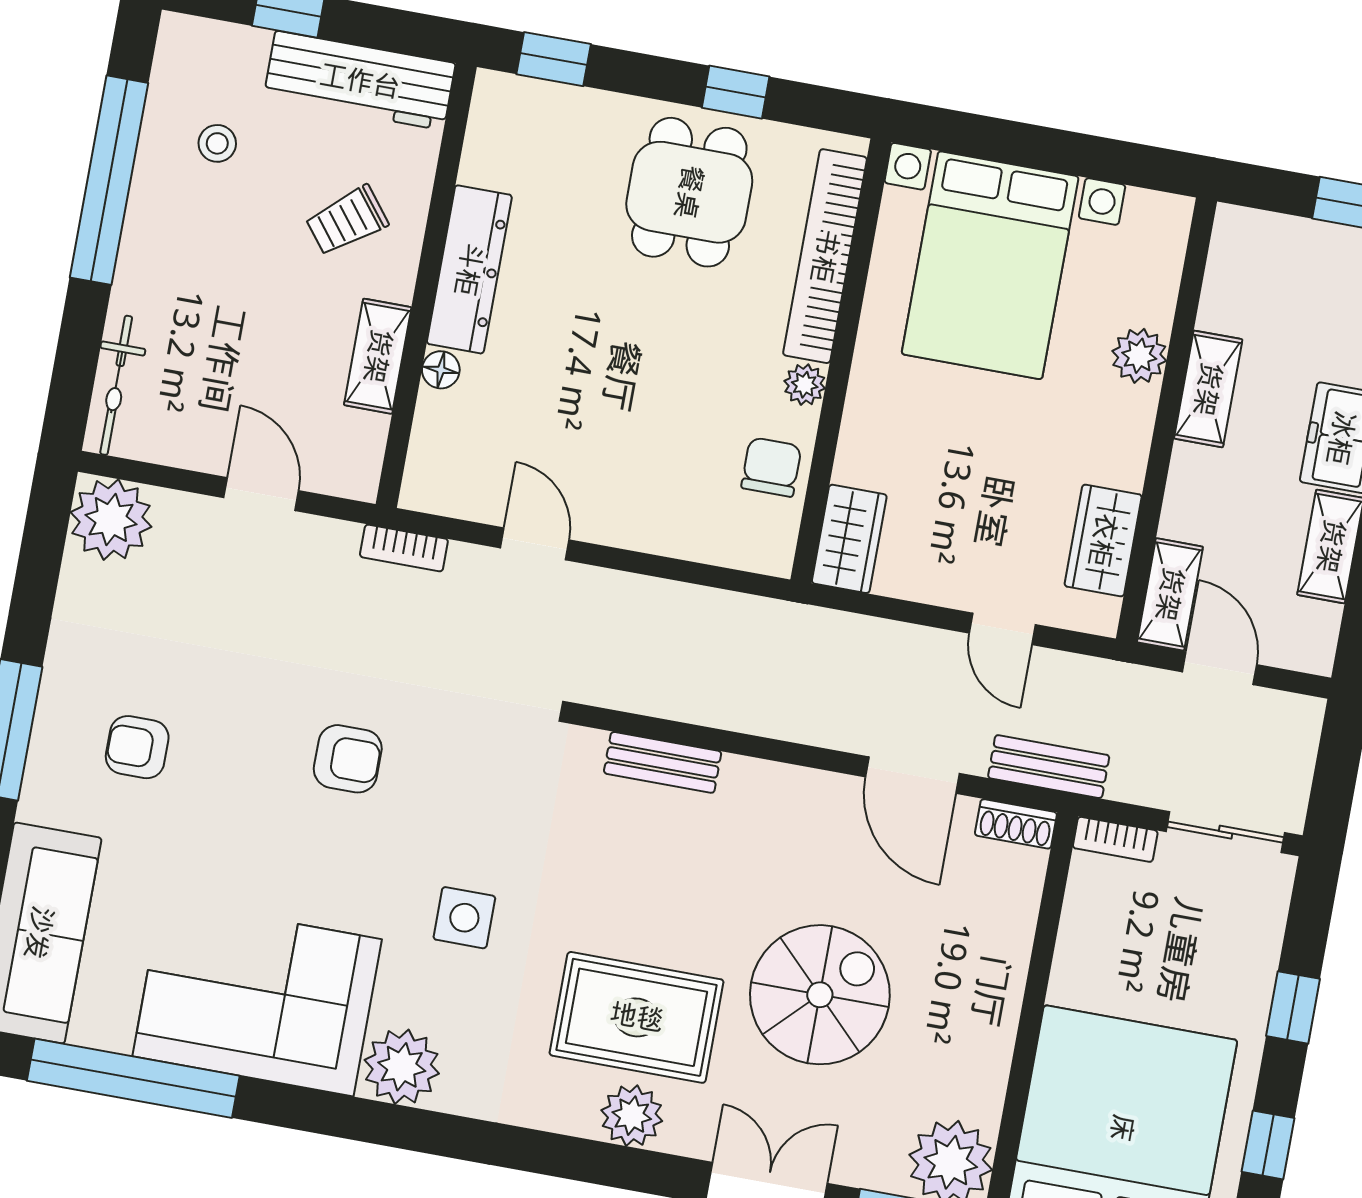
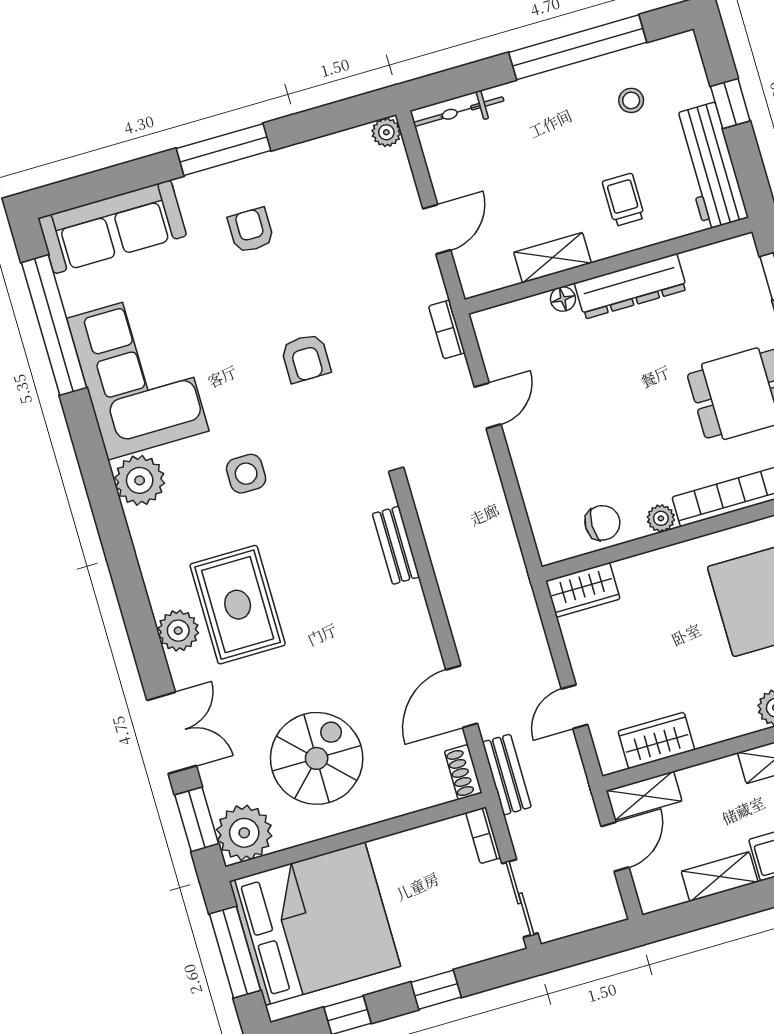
trolley: (347, 221) -> (623, 200), turned 38
plant: (111, 520) -> (386, 132), width x0.53, depth x0.53
spiral stairs: (820, 995) -> (317, 758), moved, turned -90

